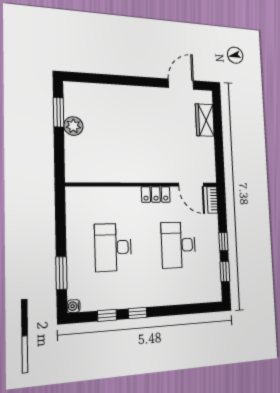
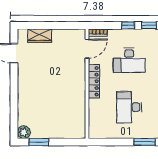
plant: (73, 126) -> (24, 132), moved
locker: (156, 194) -> (94, 81), width x1.53
desk: (113, 247) -> (129, 107), turned 90

